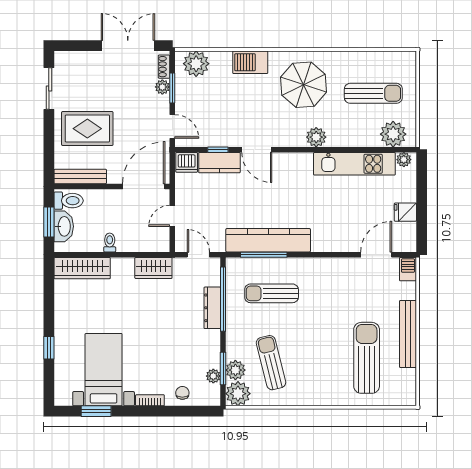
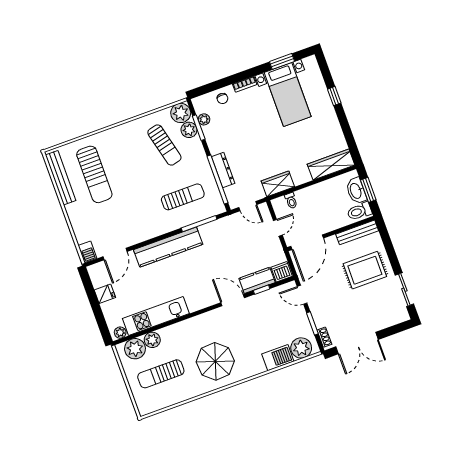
barbecue: (250, 62) -> (278, 358), moved
plant: (162, 87) -> (320, 321), removed
plant: (316, 137) -> (152, 340), moved
kitchen counter: (268, 240) -> (168, 247), moved
toilet: (110, 242) -> (291, 201), moved
bench: (408, 334) -> (61, 178), moved

